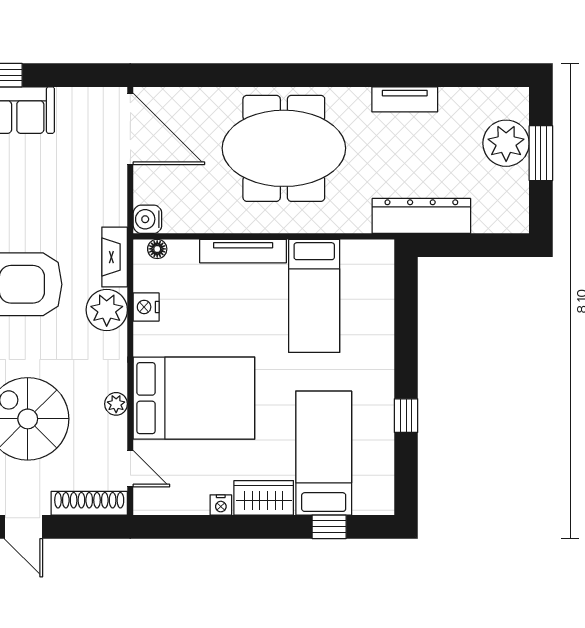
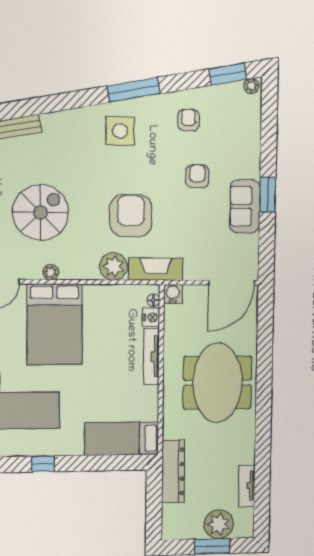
tv unit: (405, 99) -> (247, 486), moved
fireplace: (115, 257) -> (156, 269), width x1.37, depth x1.32
bed: (314, 296) -> (122, 439), moved
nightstand: (146, 307) -> (151, 317), moved, turned 90

